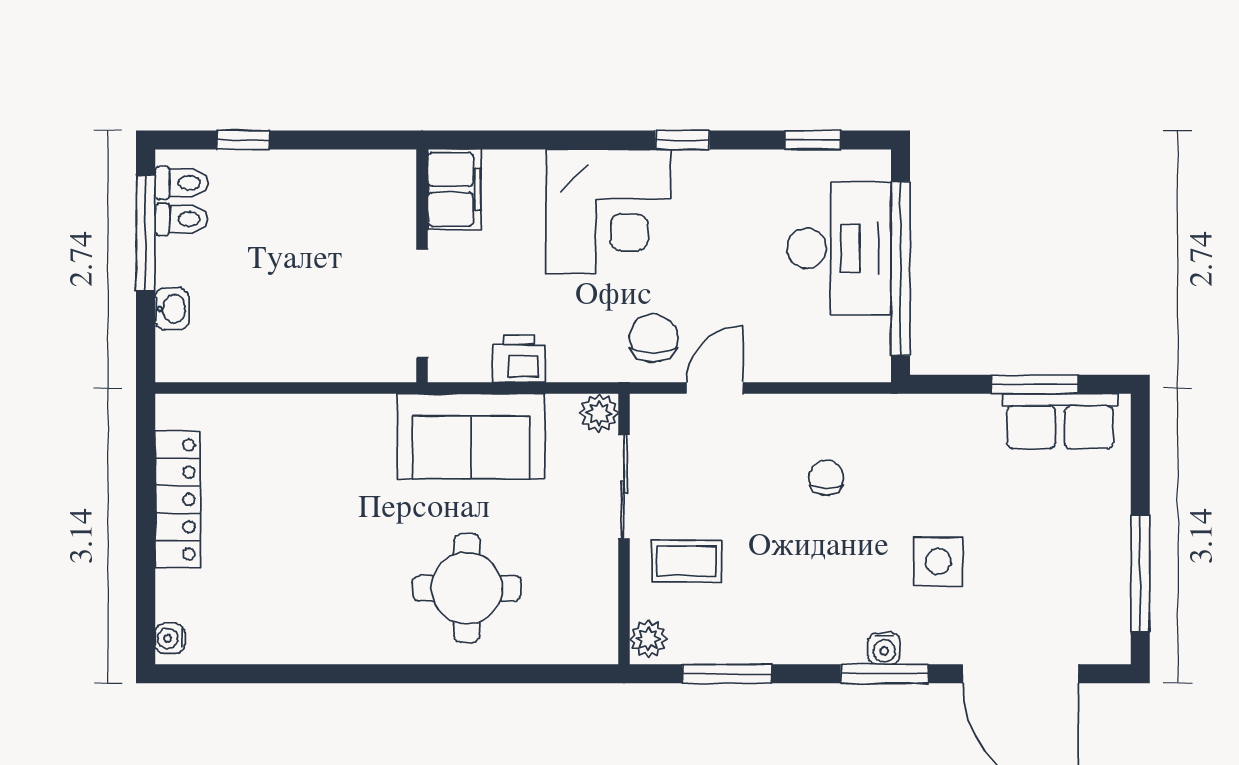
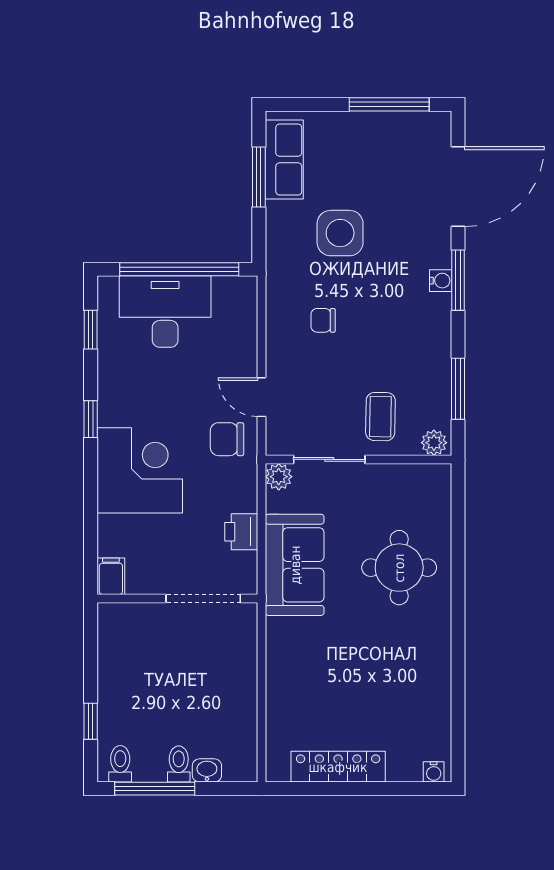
filing cabinet: (454, 189) -> (111, 576), width x0.50
toilet: (181, 219) -> (179, 764), moved
side table: (938, 562) -> (340, 233), moved, width x1.37, depth x1.37

